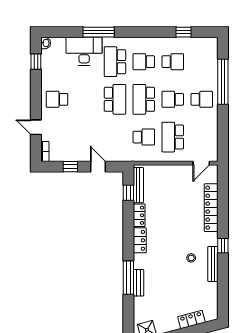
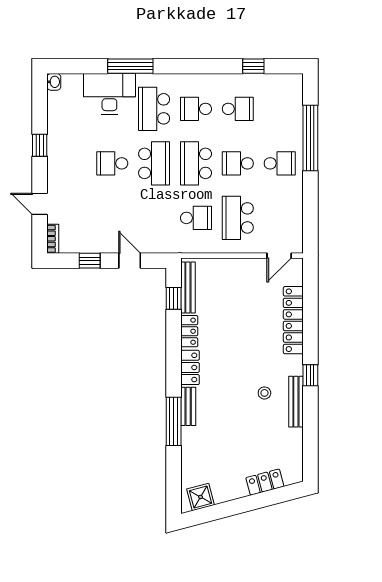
window: (36, 62) -> (40, 145), moved
school desk: (57, 99) -> (112, 163), moved
bench: (138, 283) -> (188, 406), moved

